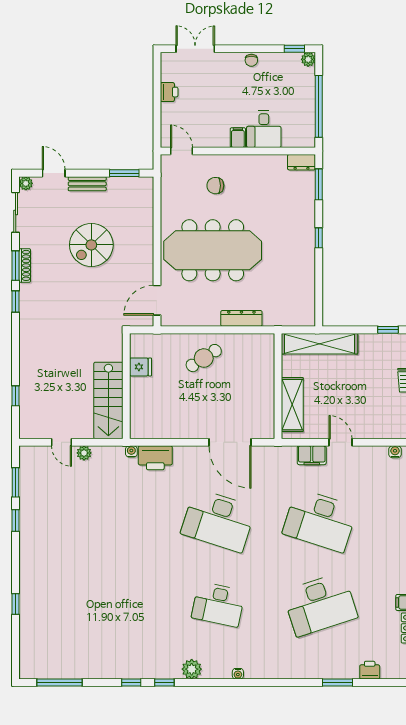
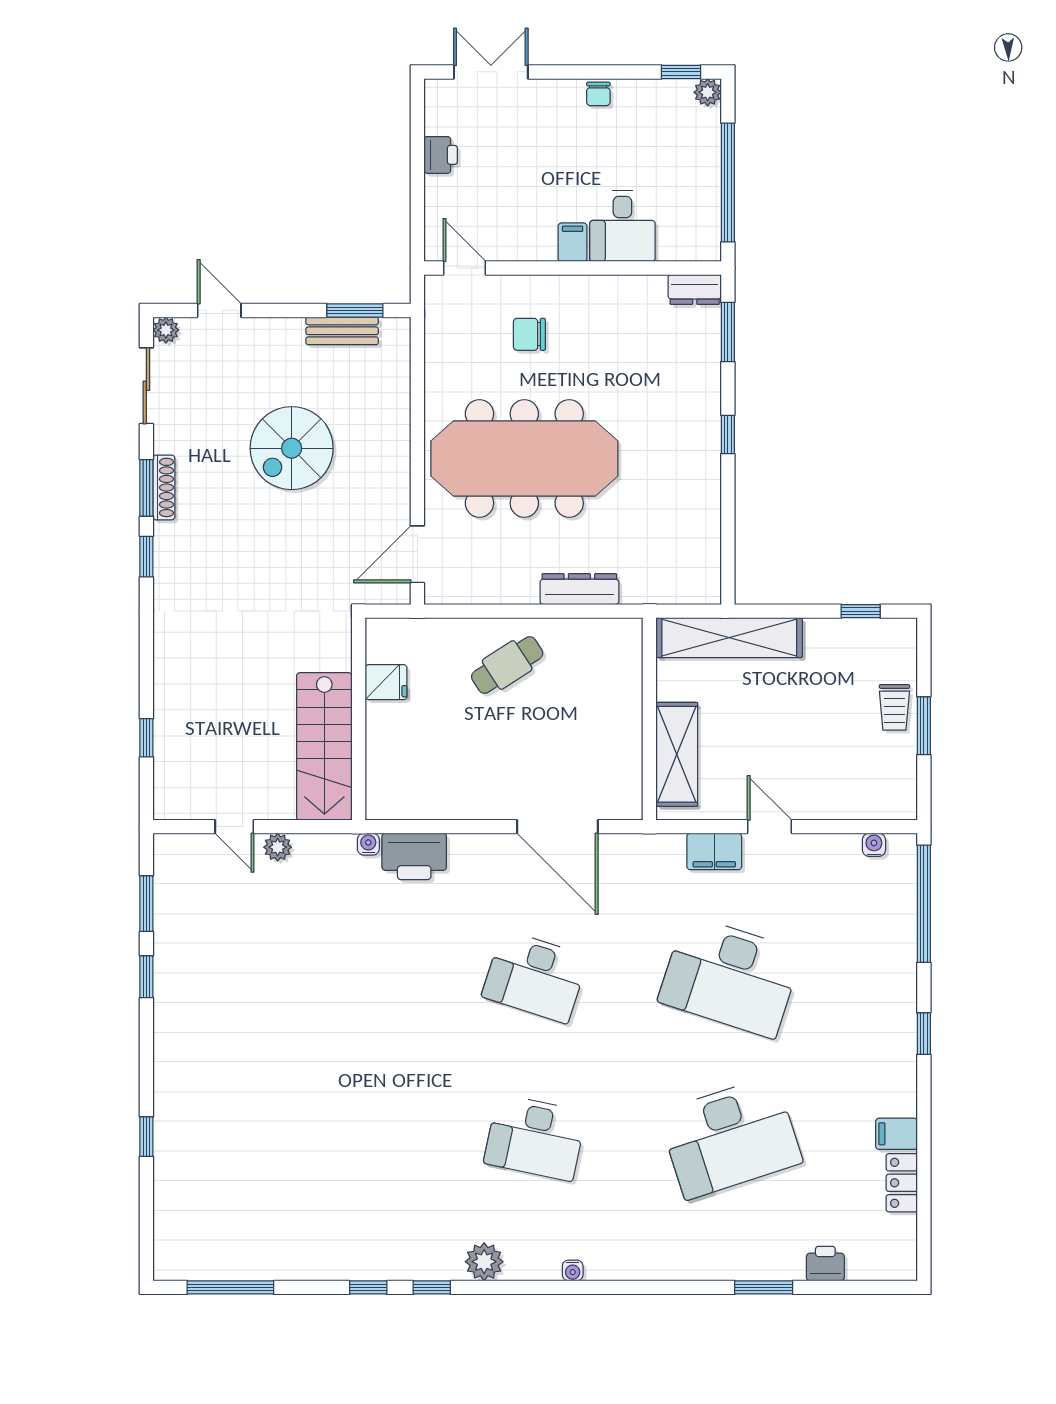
bench: (87, 184) -> (342, 331), moved
desk: (218, 520) -> (535, 976), width x0.73, depth x0.77

